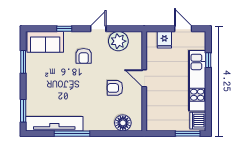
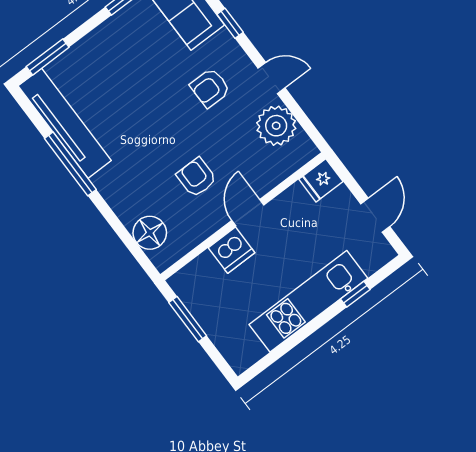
fridge: (164, 40) -> (321, 180), moved
dishwasher: (198, 121) -> (232, 250), moved, turned 180
window: (188, 134) -> (188, 319), moved

